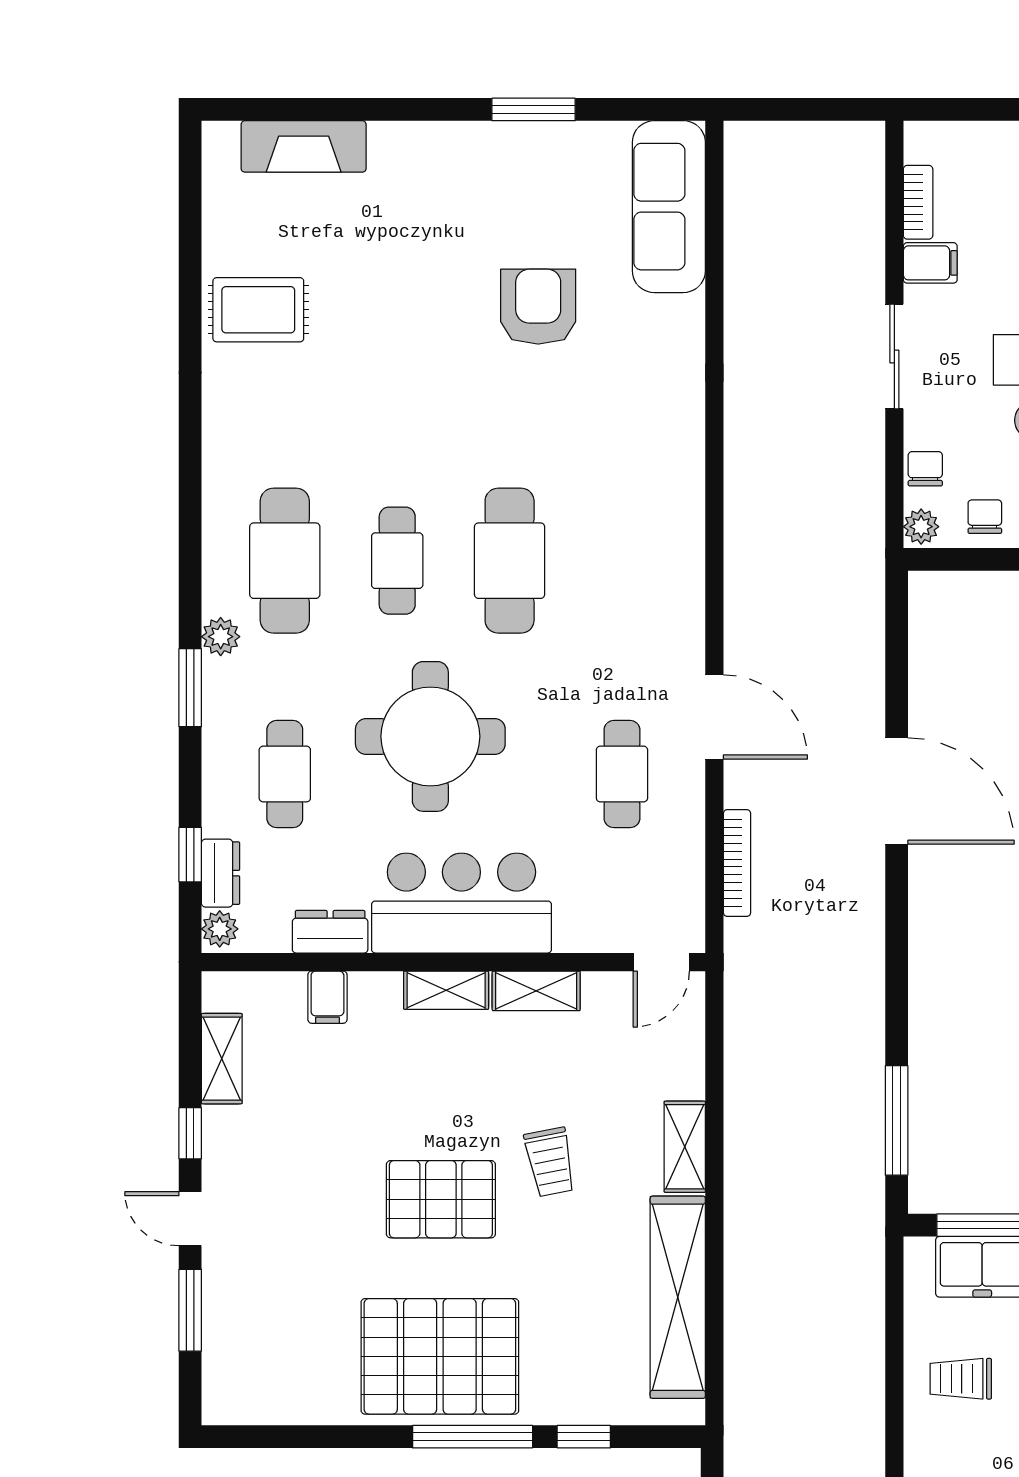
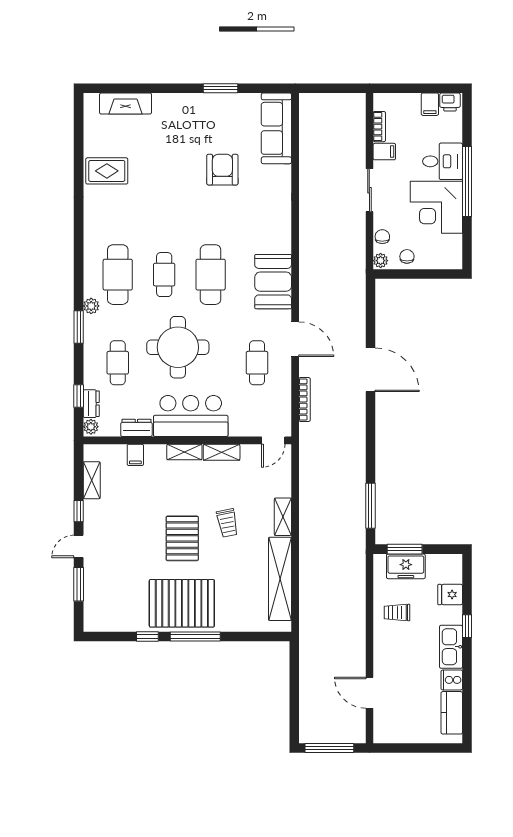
booth: (661, 578) -> (273, 282), added
pallet: (441, 1199) -> (182, 538), turned 90
door: (190, 1219) -> (79, 546), hinge flipped
window: (584, 1437) -> (147, 636), moved

